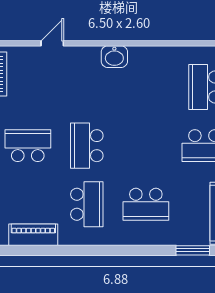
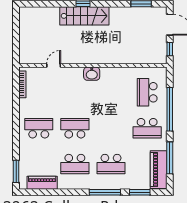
school desk: (87, 146) -> (75, 128), turned 90
school desk: (87, 204) -> (75, 164), turned 90
window: (136, 250) -> (105, 192), added

